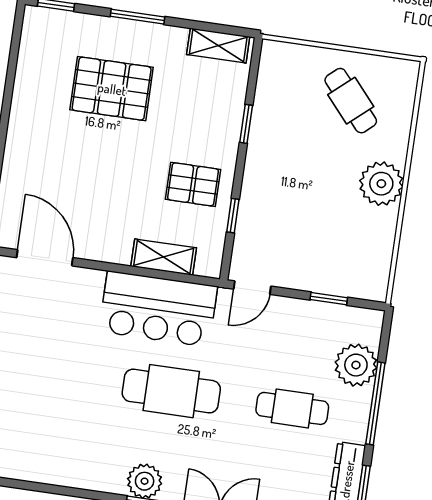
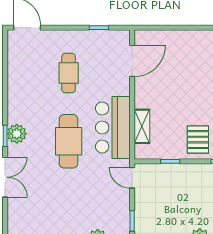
pallet: (193, 184) -> (198, 140), moved
cafe table: (292, 408) -> (69, 73), moved

